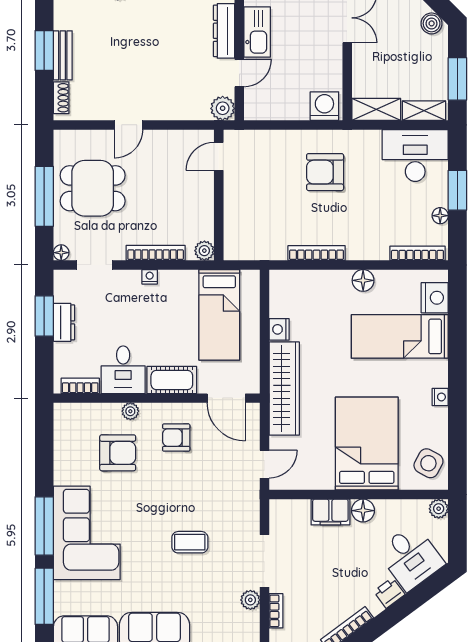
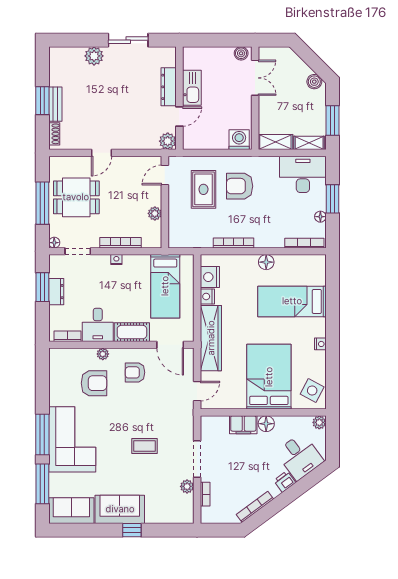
rug: (274, 177) -> (203, 189), added
plant: (204, 251) -> (155, 213), moved
nightstand: (435, 298) -> (210, 277), moved, turned 180

